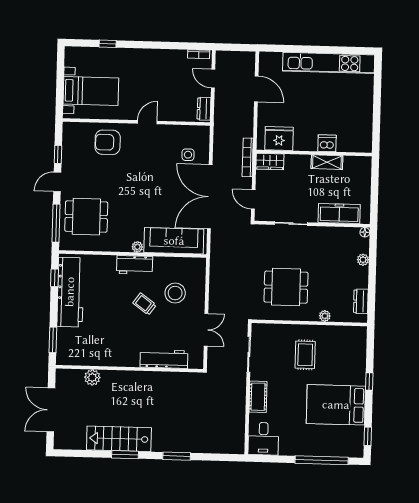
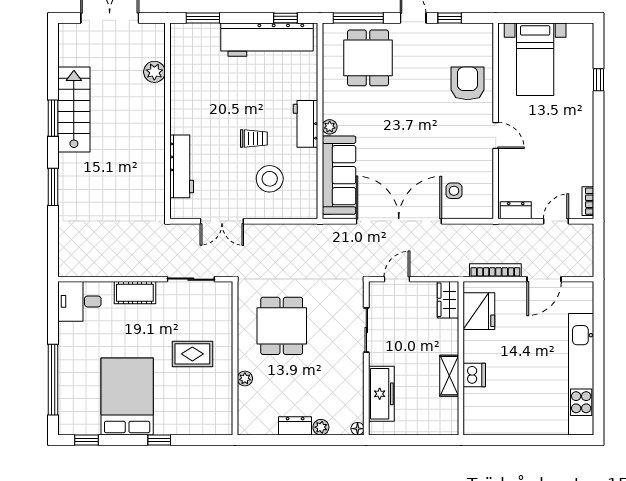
bookcase: (248, 157) -> (495, 270), moved
dresser: (361, 301) -> (295, 426), moved
trolley: (145, 304) -> (254, 139), turned 54

